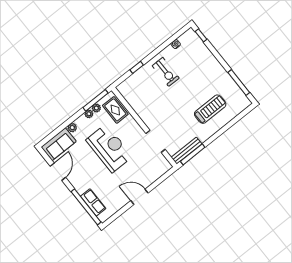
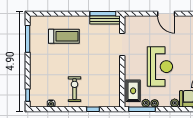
treadmill: (210, 109) -> (64, 36), turned 180
reception desk: (109, 148) -> (160, 67), turned 180

